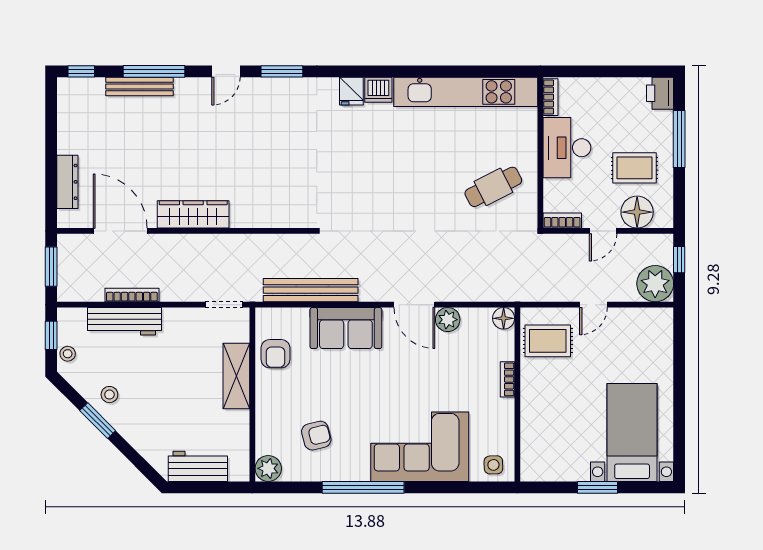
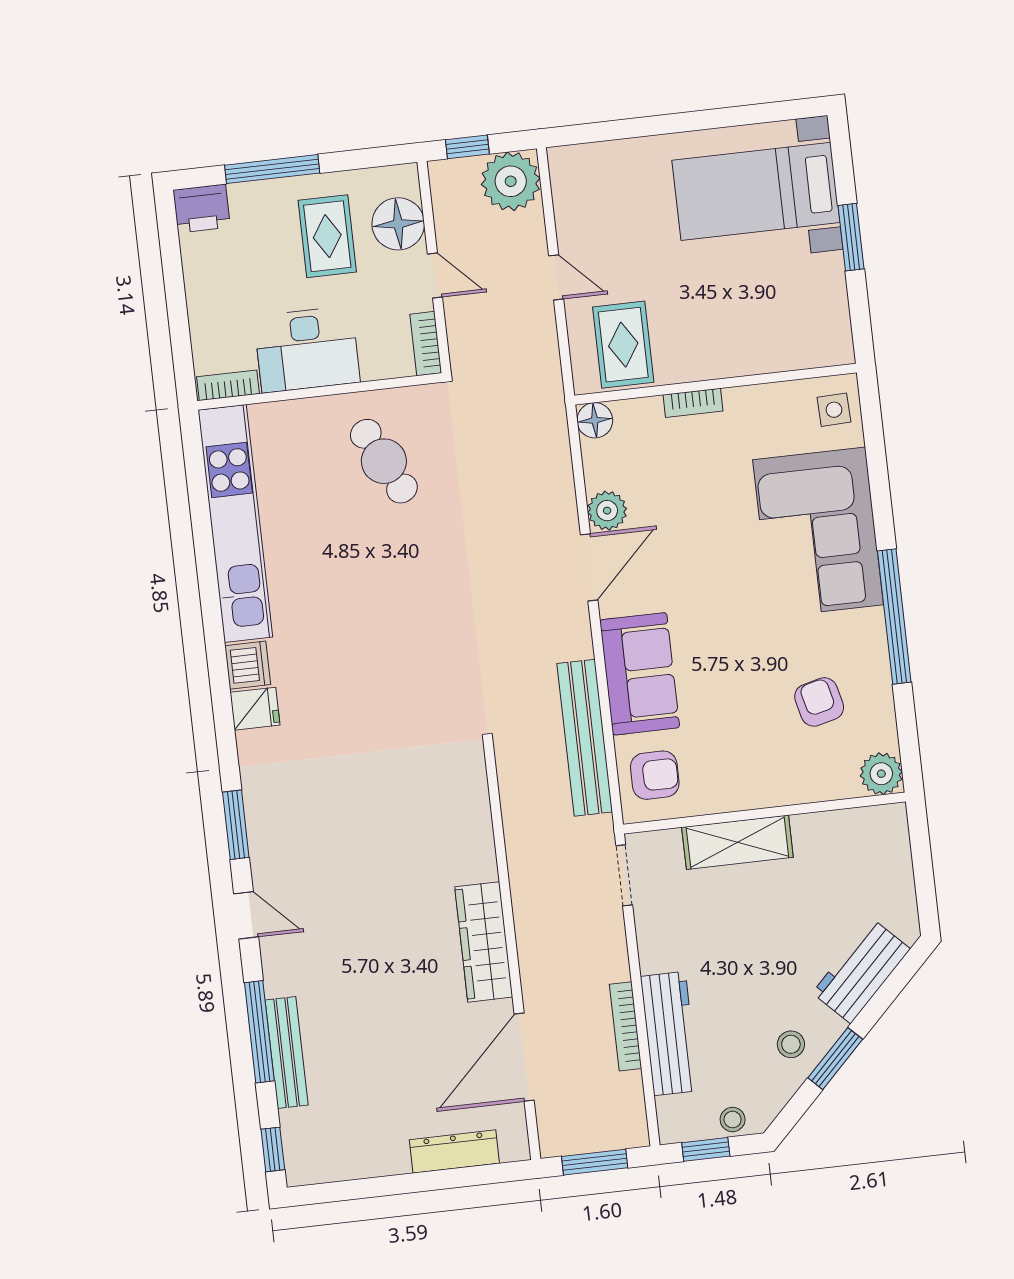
armchair: (275, 354) -> (655, 775), moved
workbench: (198, 466) -> (861, 971), moved, turned 45

